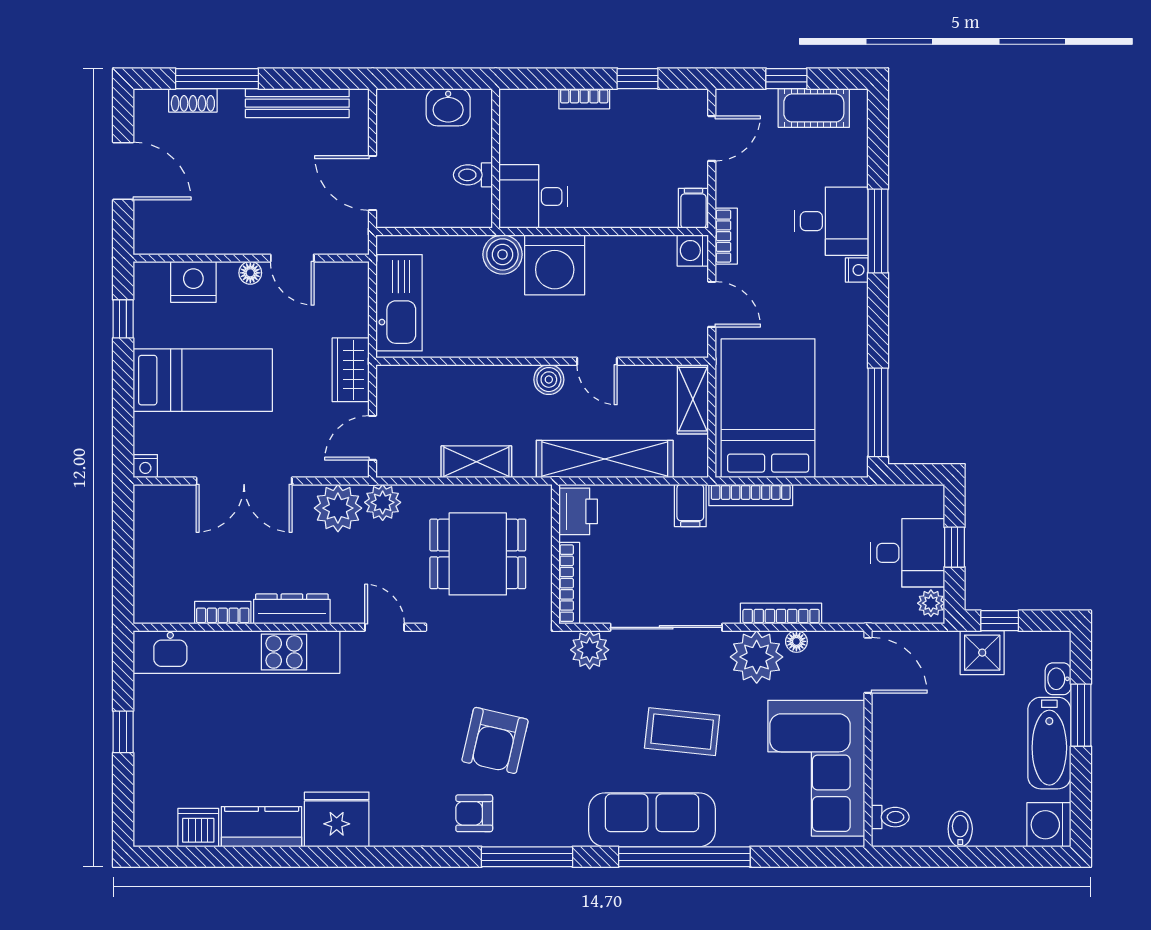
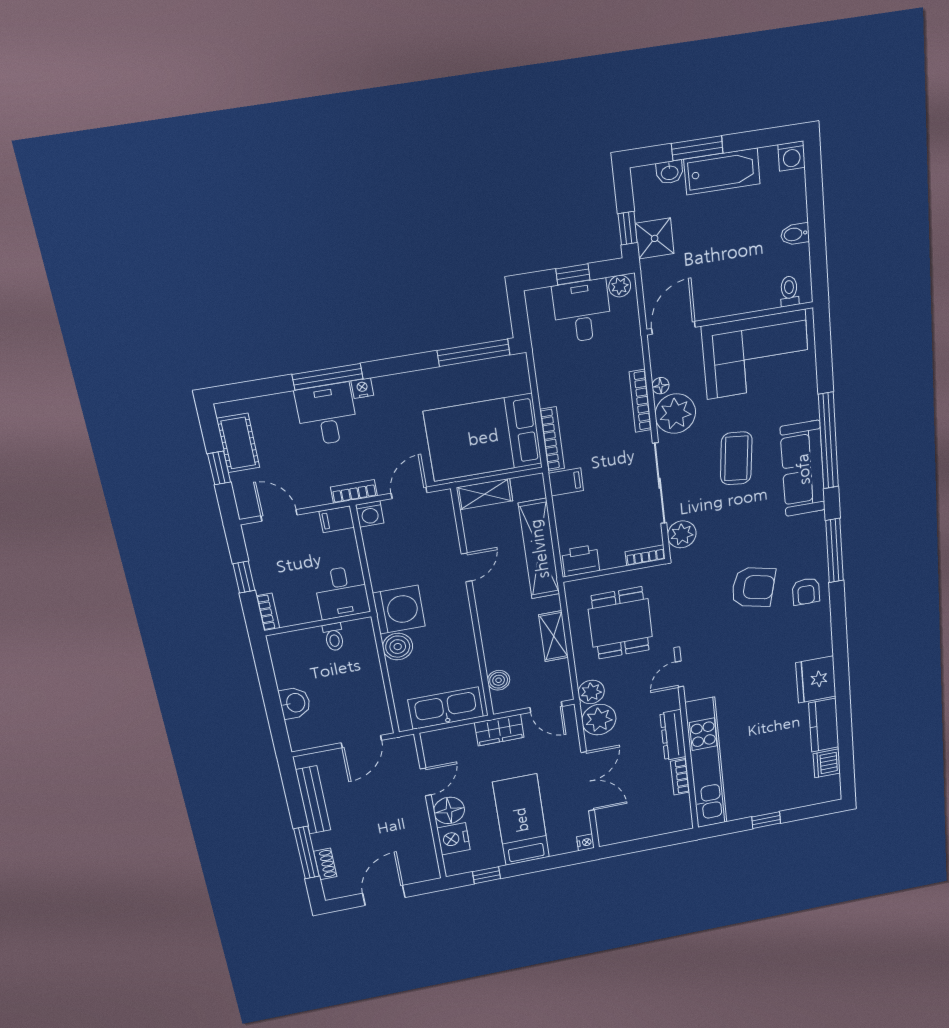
wall: (496, 158) -> (318, 624), moved
toilet: (473, 175) -> (334, 637), moved
desk: (533, 196) -> (342, 592), moved
floor lamp: (250, 273) -> (449, 810), width x1.89, depth x1.89
boiler: (549, 380) -> (499, 680), moved
bookcase: (569, 583) -> (645, 555), width x0.64
washing machine: (1049, 825) -> (792, 156), width x0.73, depth x0.73

